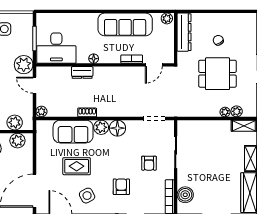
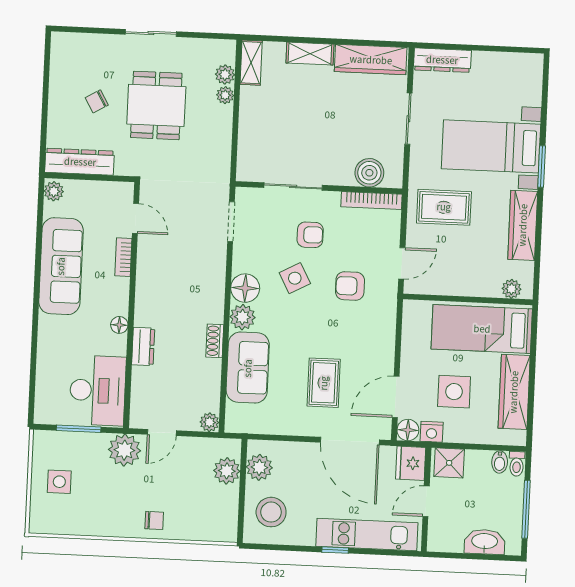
rug: (77, 166) -> (324, 383), moved
side table: (87, 196) -> (295, 278), moved

